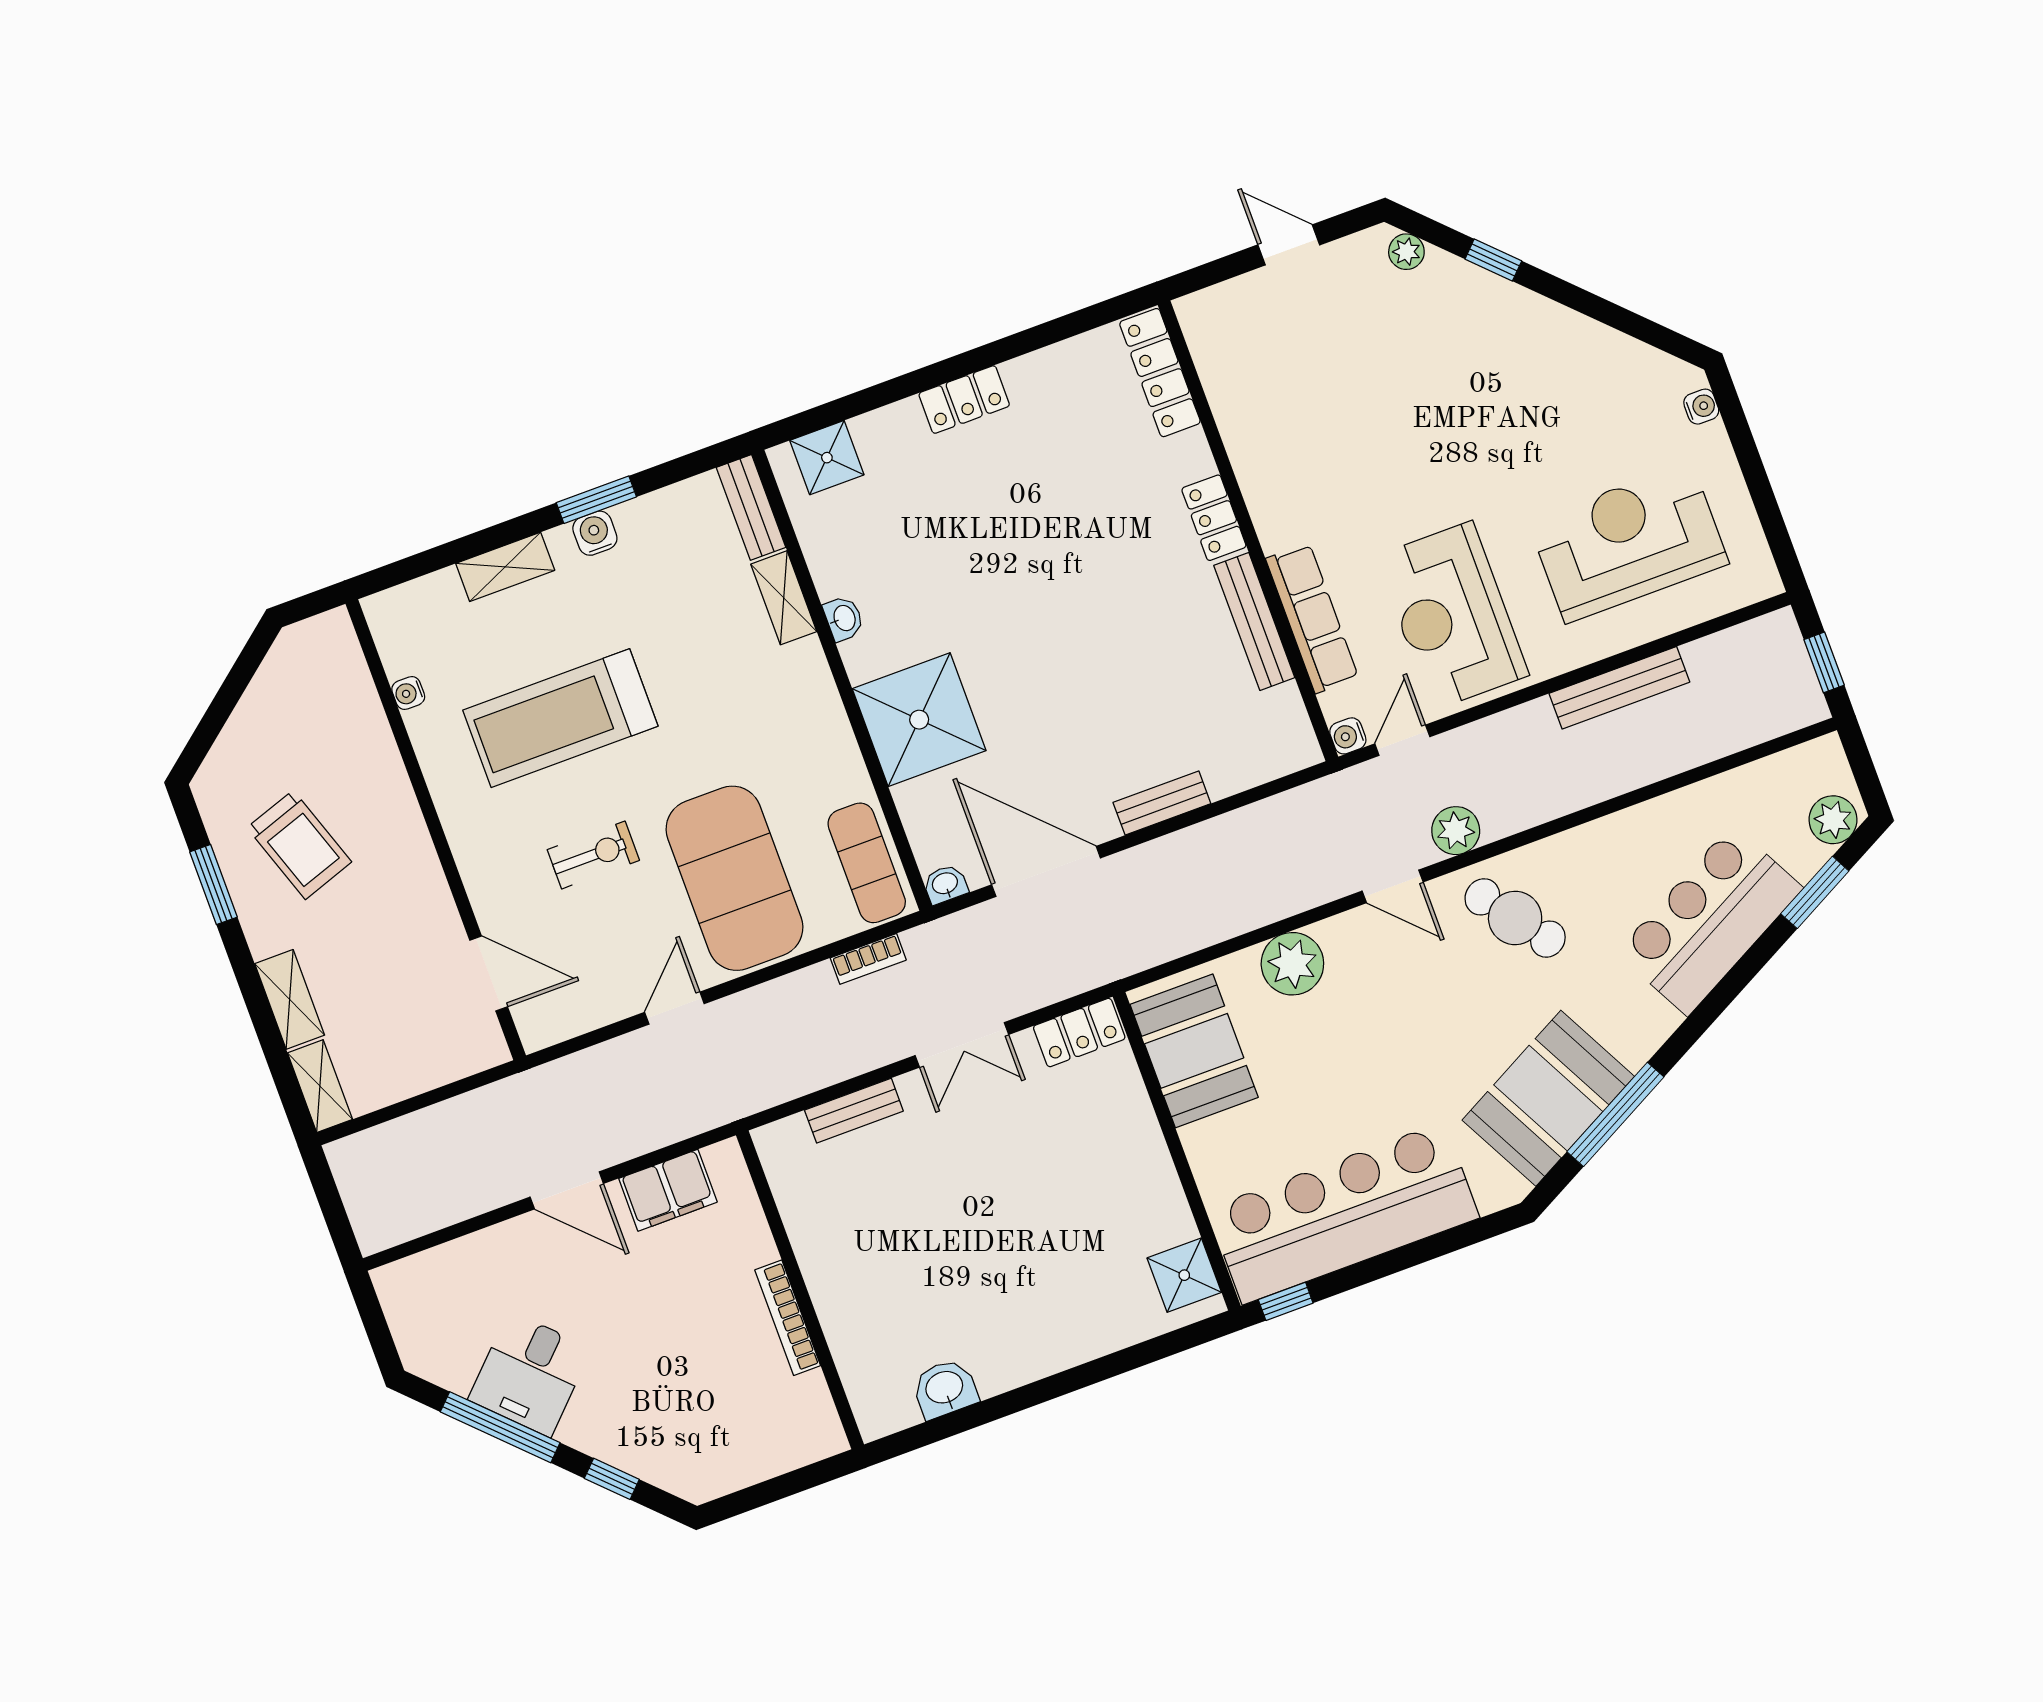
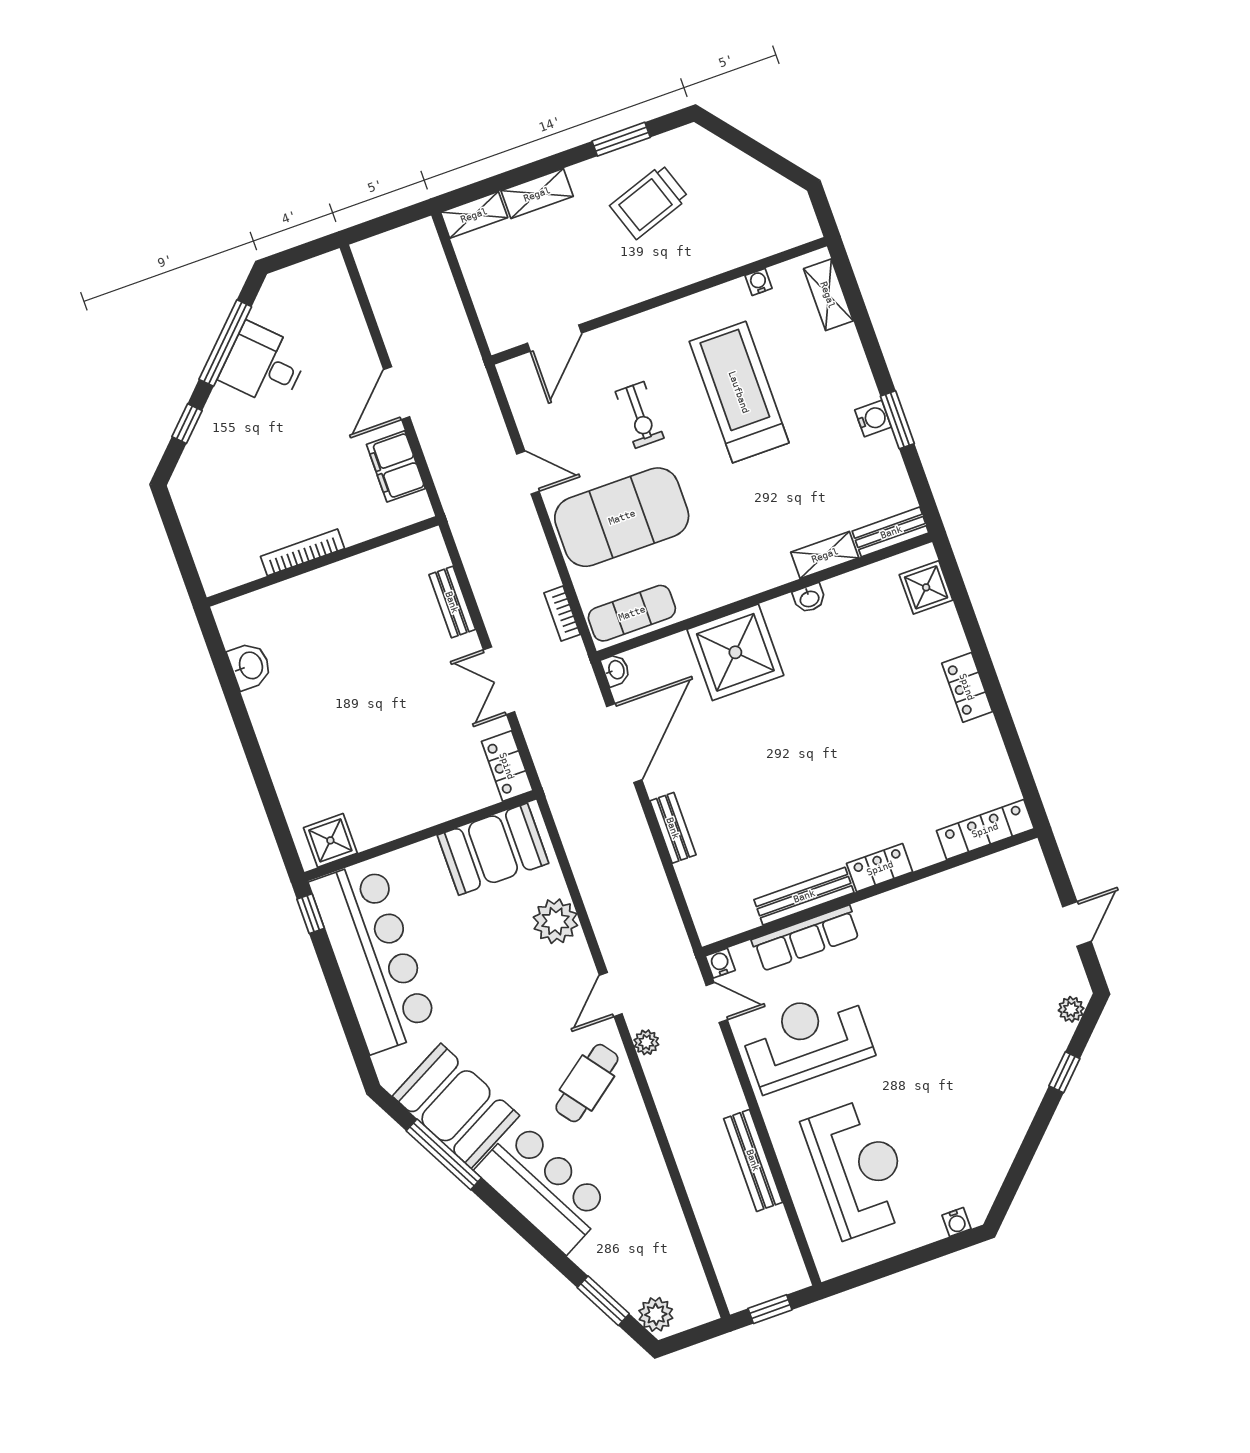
shelving: (505, 567) -> (828, 295), moved
plant: (1456, 831) -> (646, 1042), width x0.73, depth x0.73
bar counter: (1710, 920) -> (543, 1187), moved

